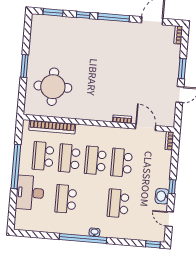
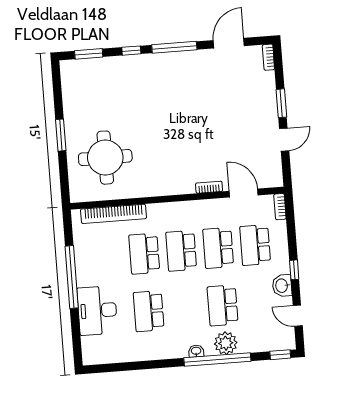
school desk: (43, 156) -> (255, 245), moved
plant: (116, 230) -> (226, 343), added
window: (83, 238) -> (217, 359), moved

